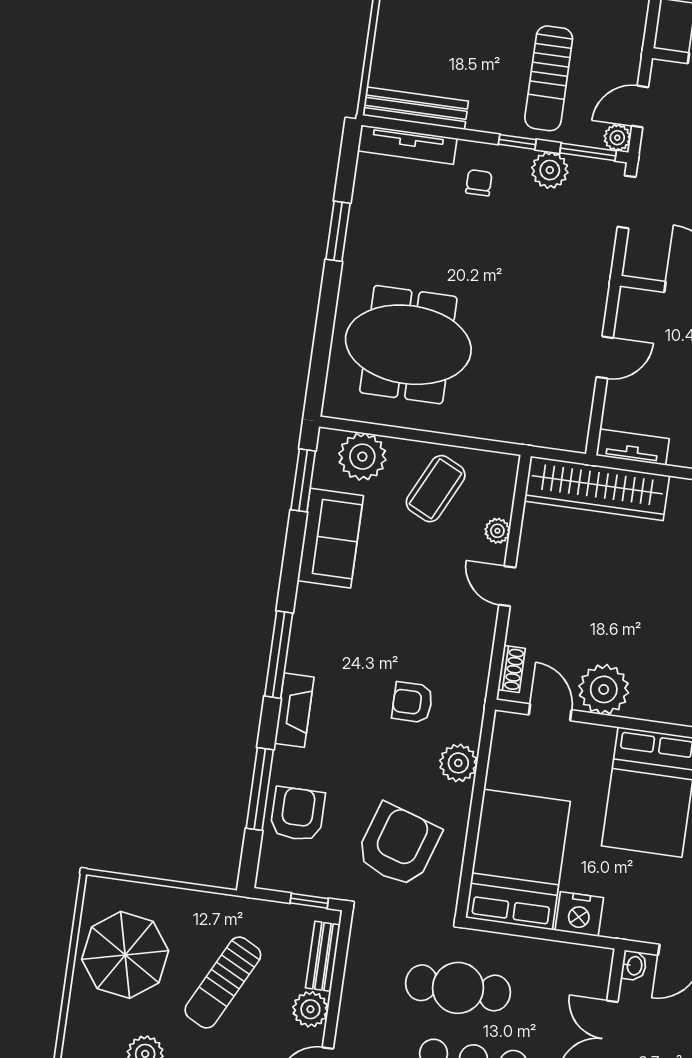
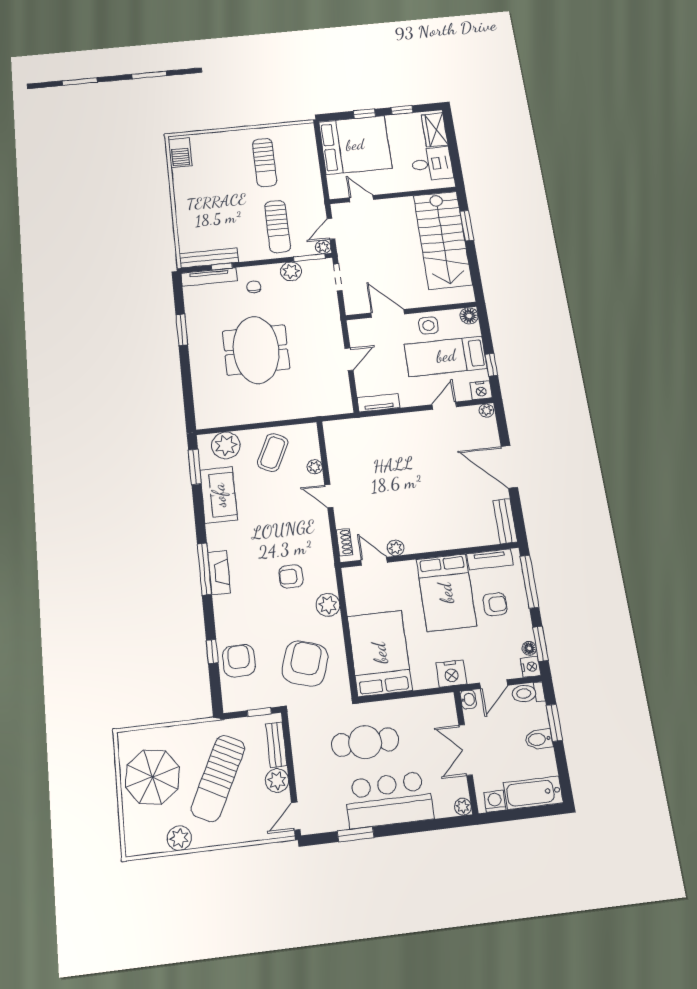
window: (517, 142) -> (222, 266), moved
meeting table: (408, 345) -> (256, 350), moved, turned 90
wardrobe: (597, 488) -> (365, 430), removed
plant: (604, 689) -> (396, 548), width x0.53, depth x0.53
fireplace: (294, 710) -> (219, 573), moved
window: (260, 789) -> (212, 651), width x0.46
nightstand: (579, 914) -> (451, 674), moved
sun lounger: (223, 982) -> (218, 778), width x1.36, depth x1.34

